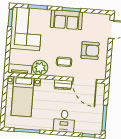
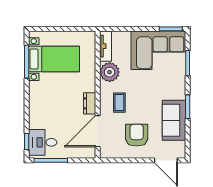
sofa: (66, 20) -> (174, 120), moved
armchair: (90, 50) -> (137, 135), turned 180
bed with nightstands: (23, 97) -> (54, 59), moved, turned 180
desk: (64, 121) -> (43, 142), moved

